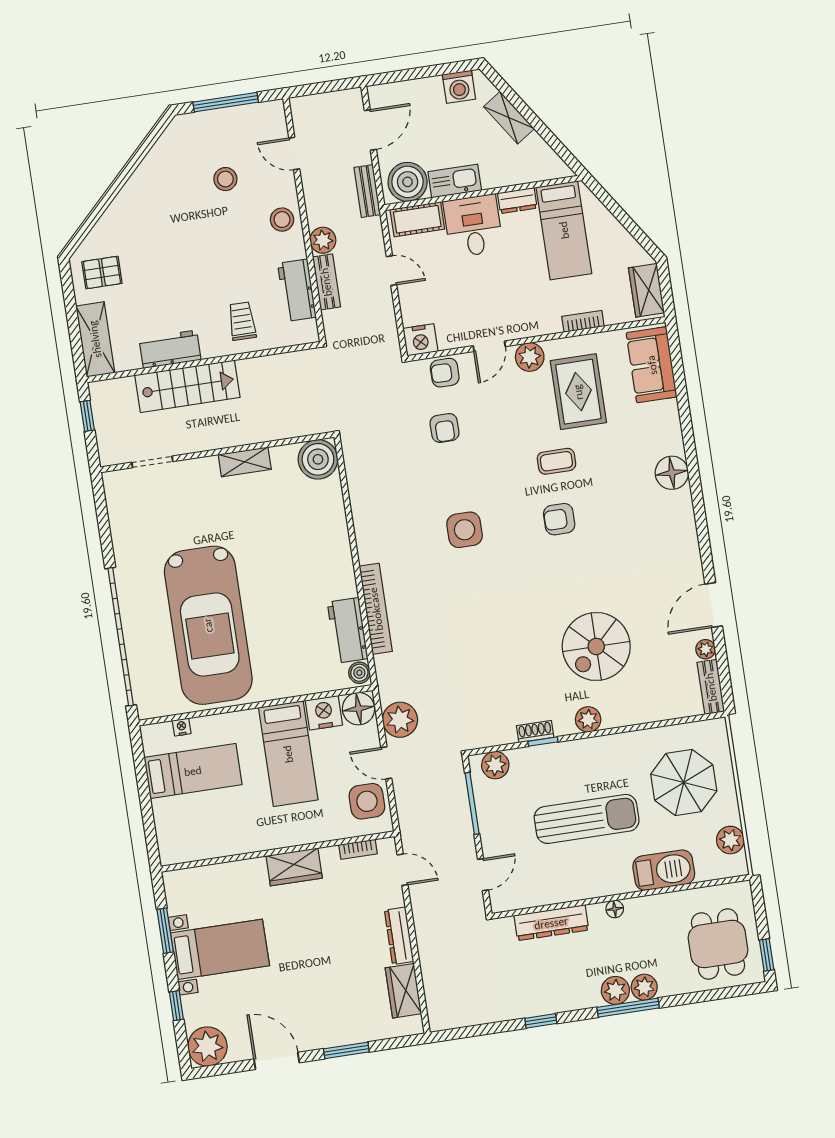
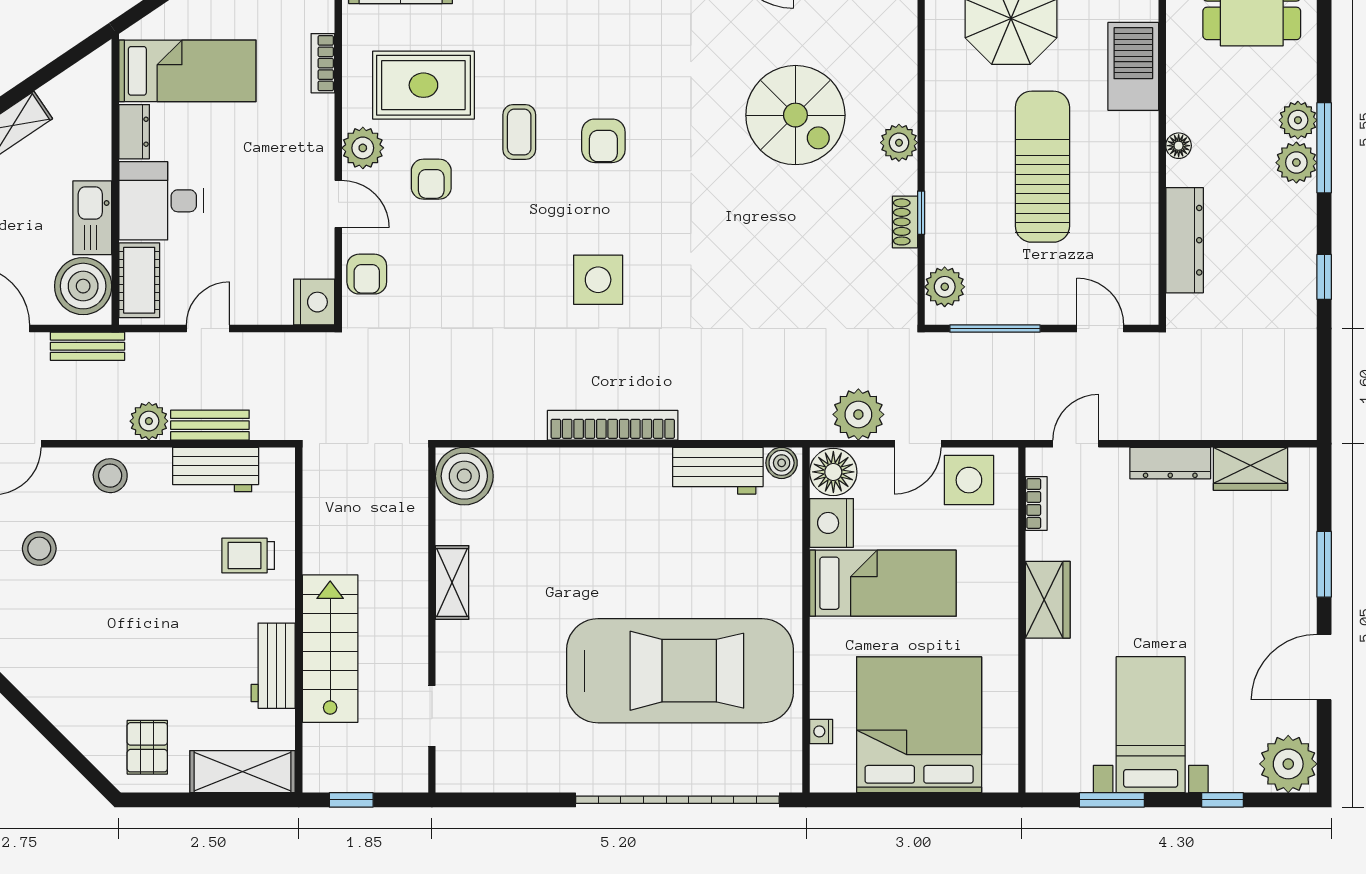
armchair: (445, 428) -> (431, 179), moved, turned 90
bookcase: (376, 609) -> (613, 425), moved
bed: (193, 771) -> (919, 725), width x2.04

